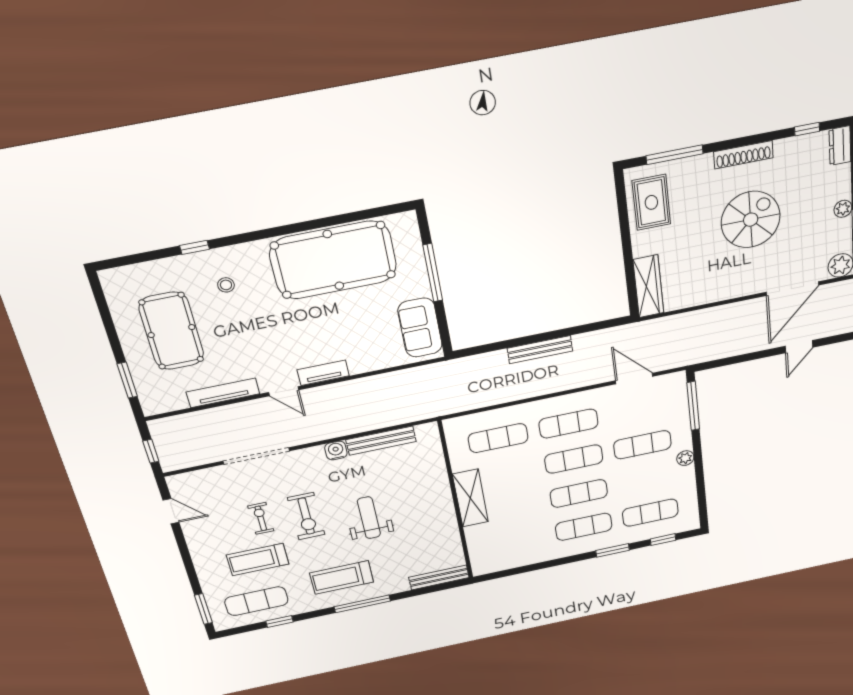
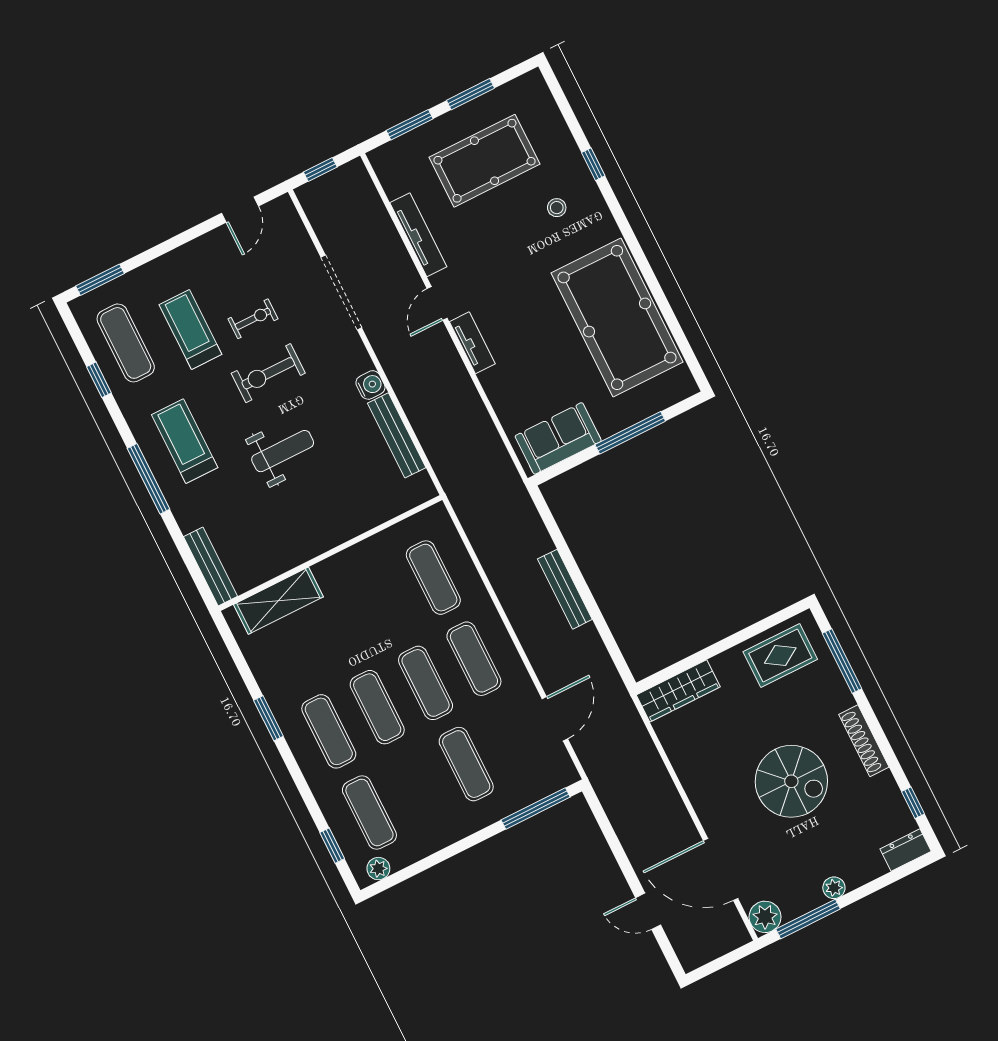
window: (110, 329) -> (471, 94), added
plant: (685, 458) -> (378, 869), moved
shelving: (470, 498) -> (278, 601), moved
window: (613, 550) -> (268, 718), moved

